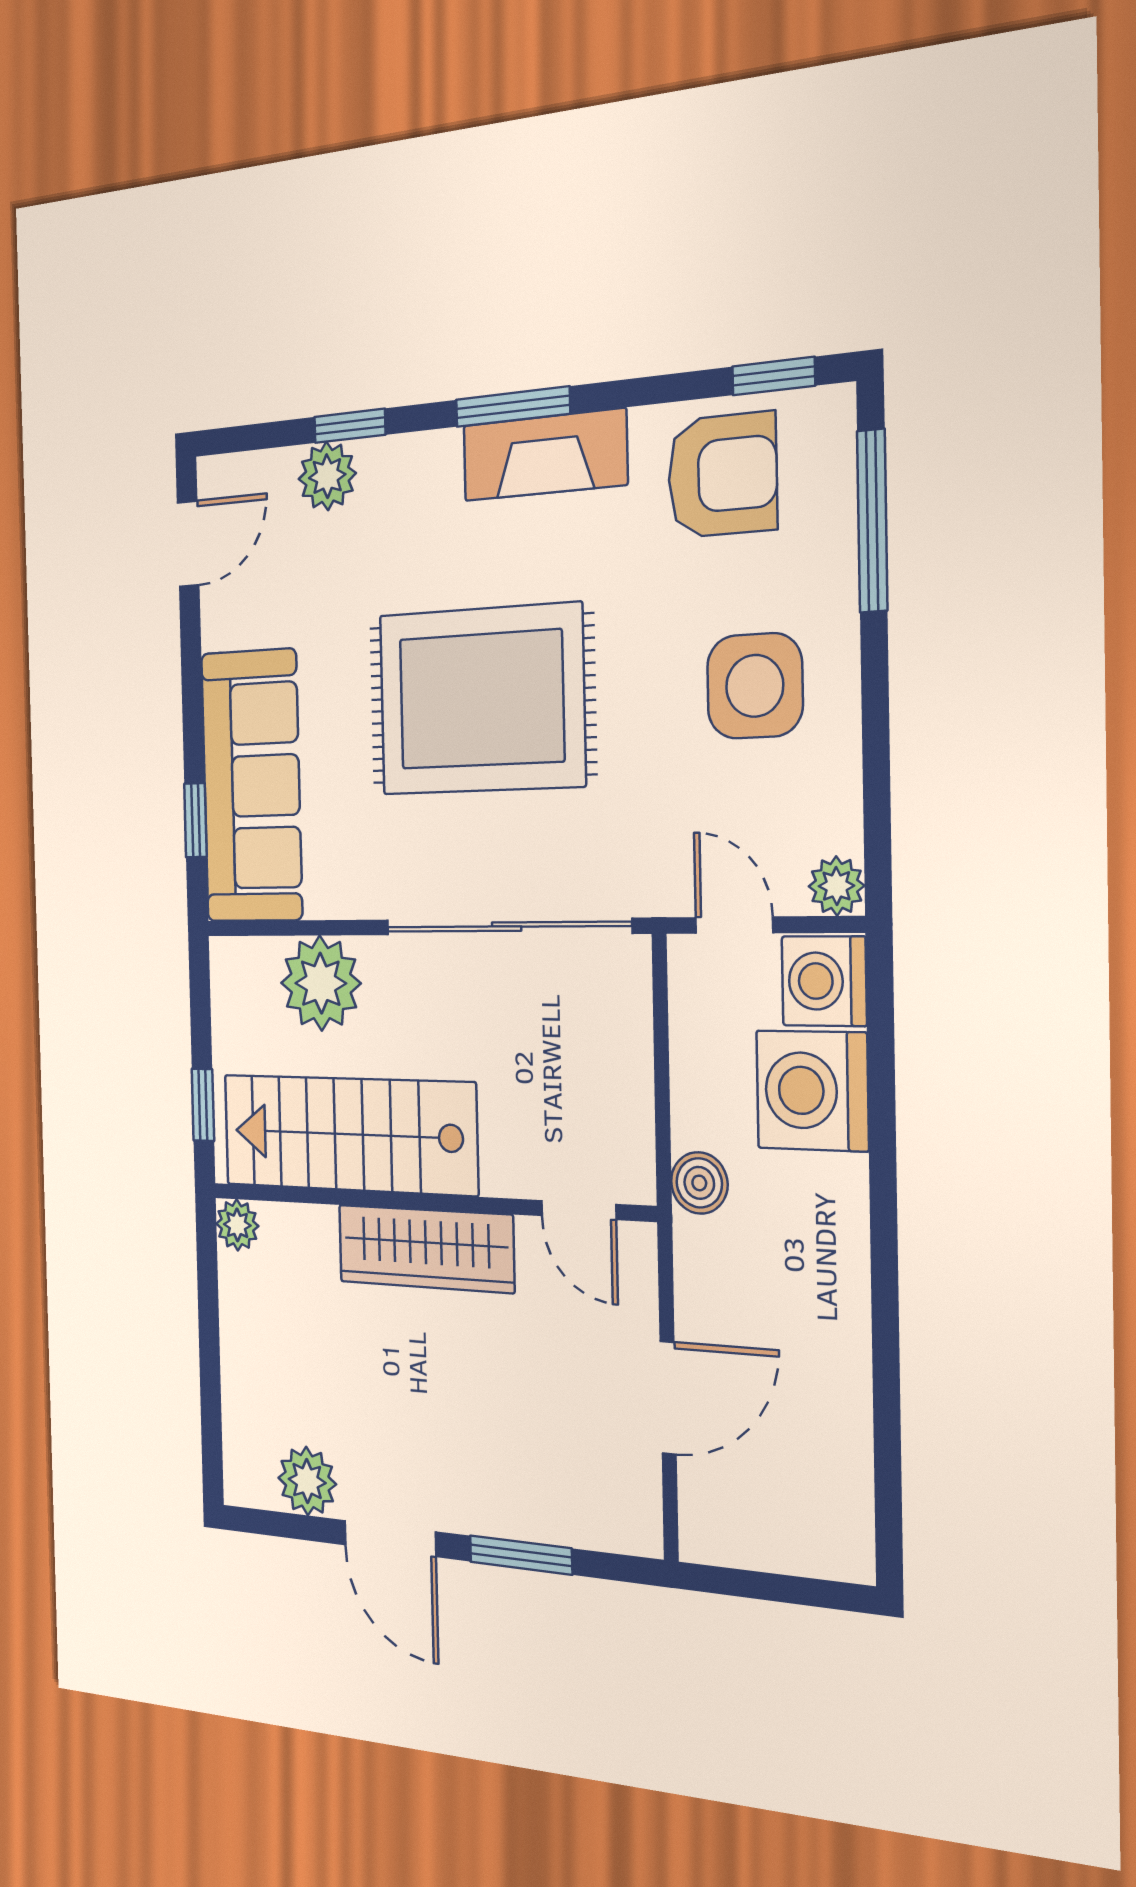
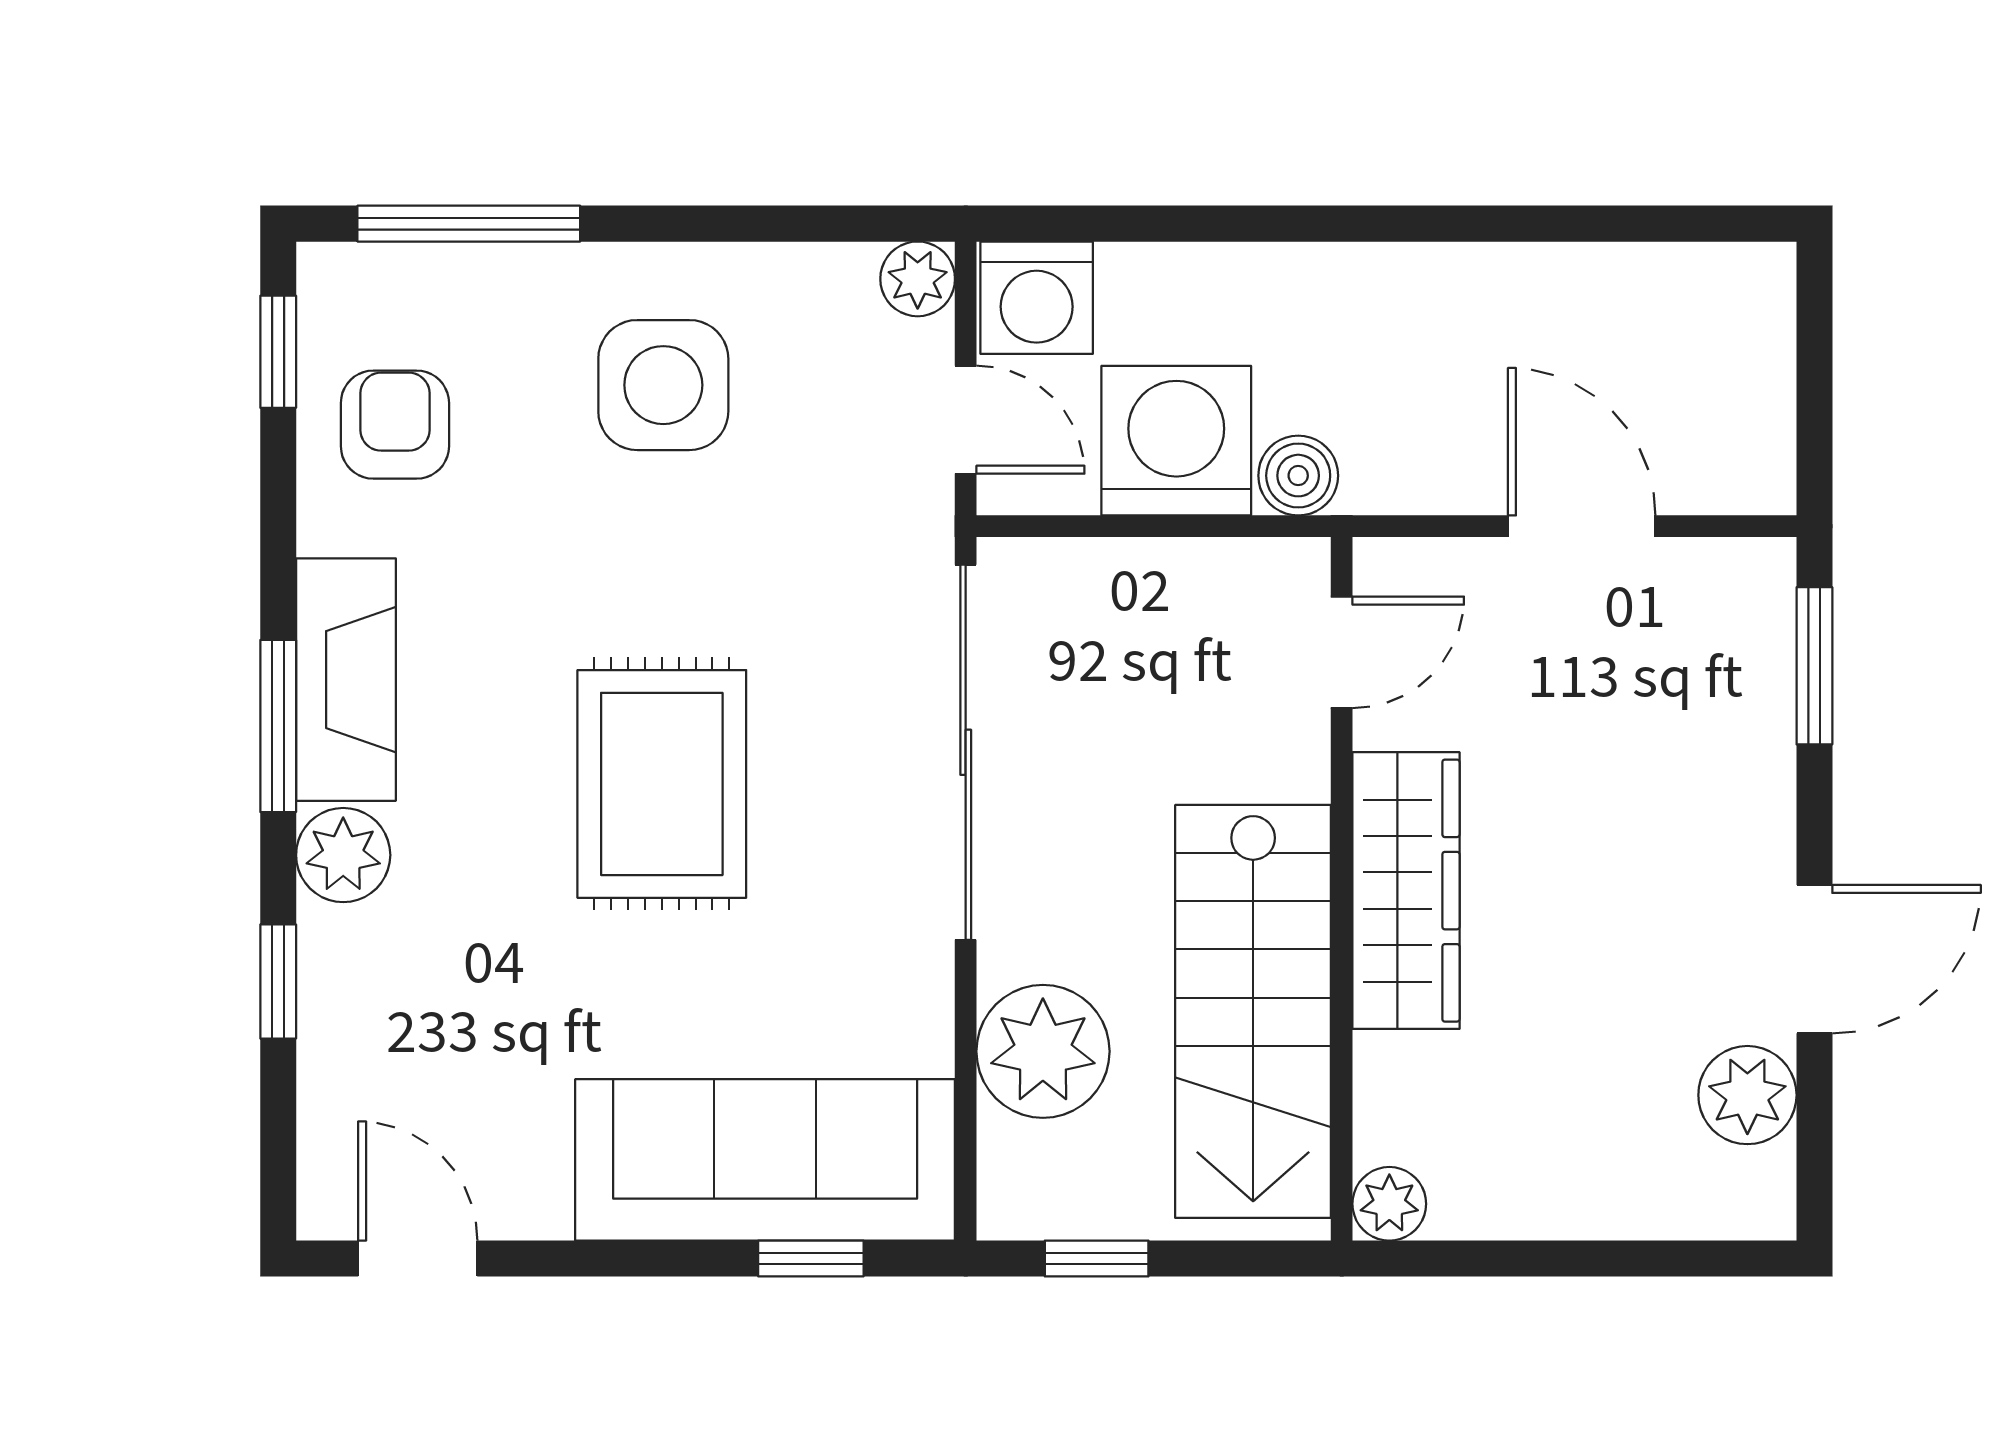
armchair: (722, 475) -> (395, 425), width x0.72, depth x0.72
plant: (327, 476) -> (343, 855), moved
rug: (481, 700) -> (662, 784), width x0.73, depth x0.69
door: (734, 925) -> (966, 420), swing flipped
washing machine: (812, 1091) -> (1176, 441), moved, turned 180
window: (203, 1105) -> (1097, 1259), moved
window: (521, 1555) -> (1814, 666), moved

